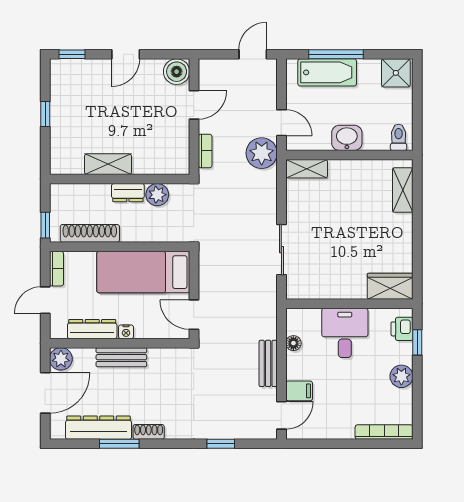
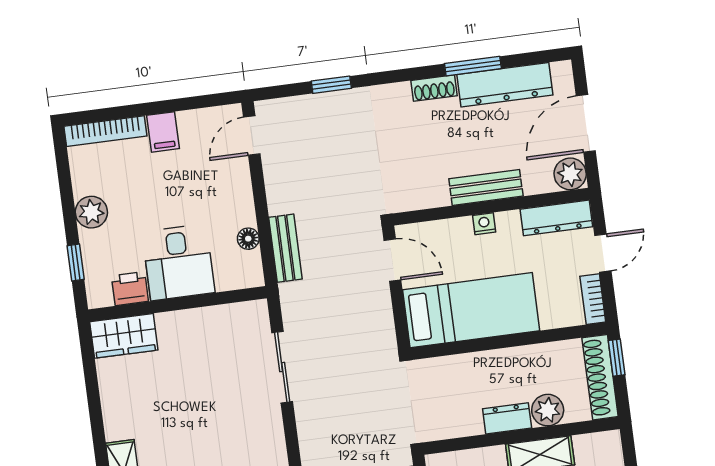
plant: (157, 195) -> (548, 410), moved
shoe rack: (90, 233) -> (600, 377), moved, turned 90
dresser: (92, 329) -> (556, 218), moved
printer: (402, 329) -> (130, 289), moved, turned -90
bench: (268, 363) -> (285, 248), moved
filing cabinet: (299, 391) -> (163, 132), moved, turned -90

